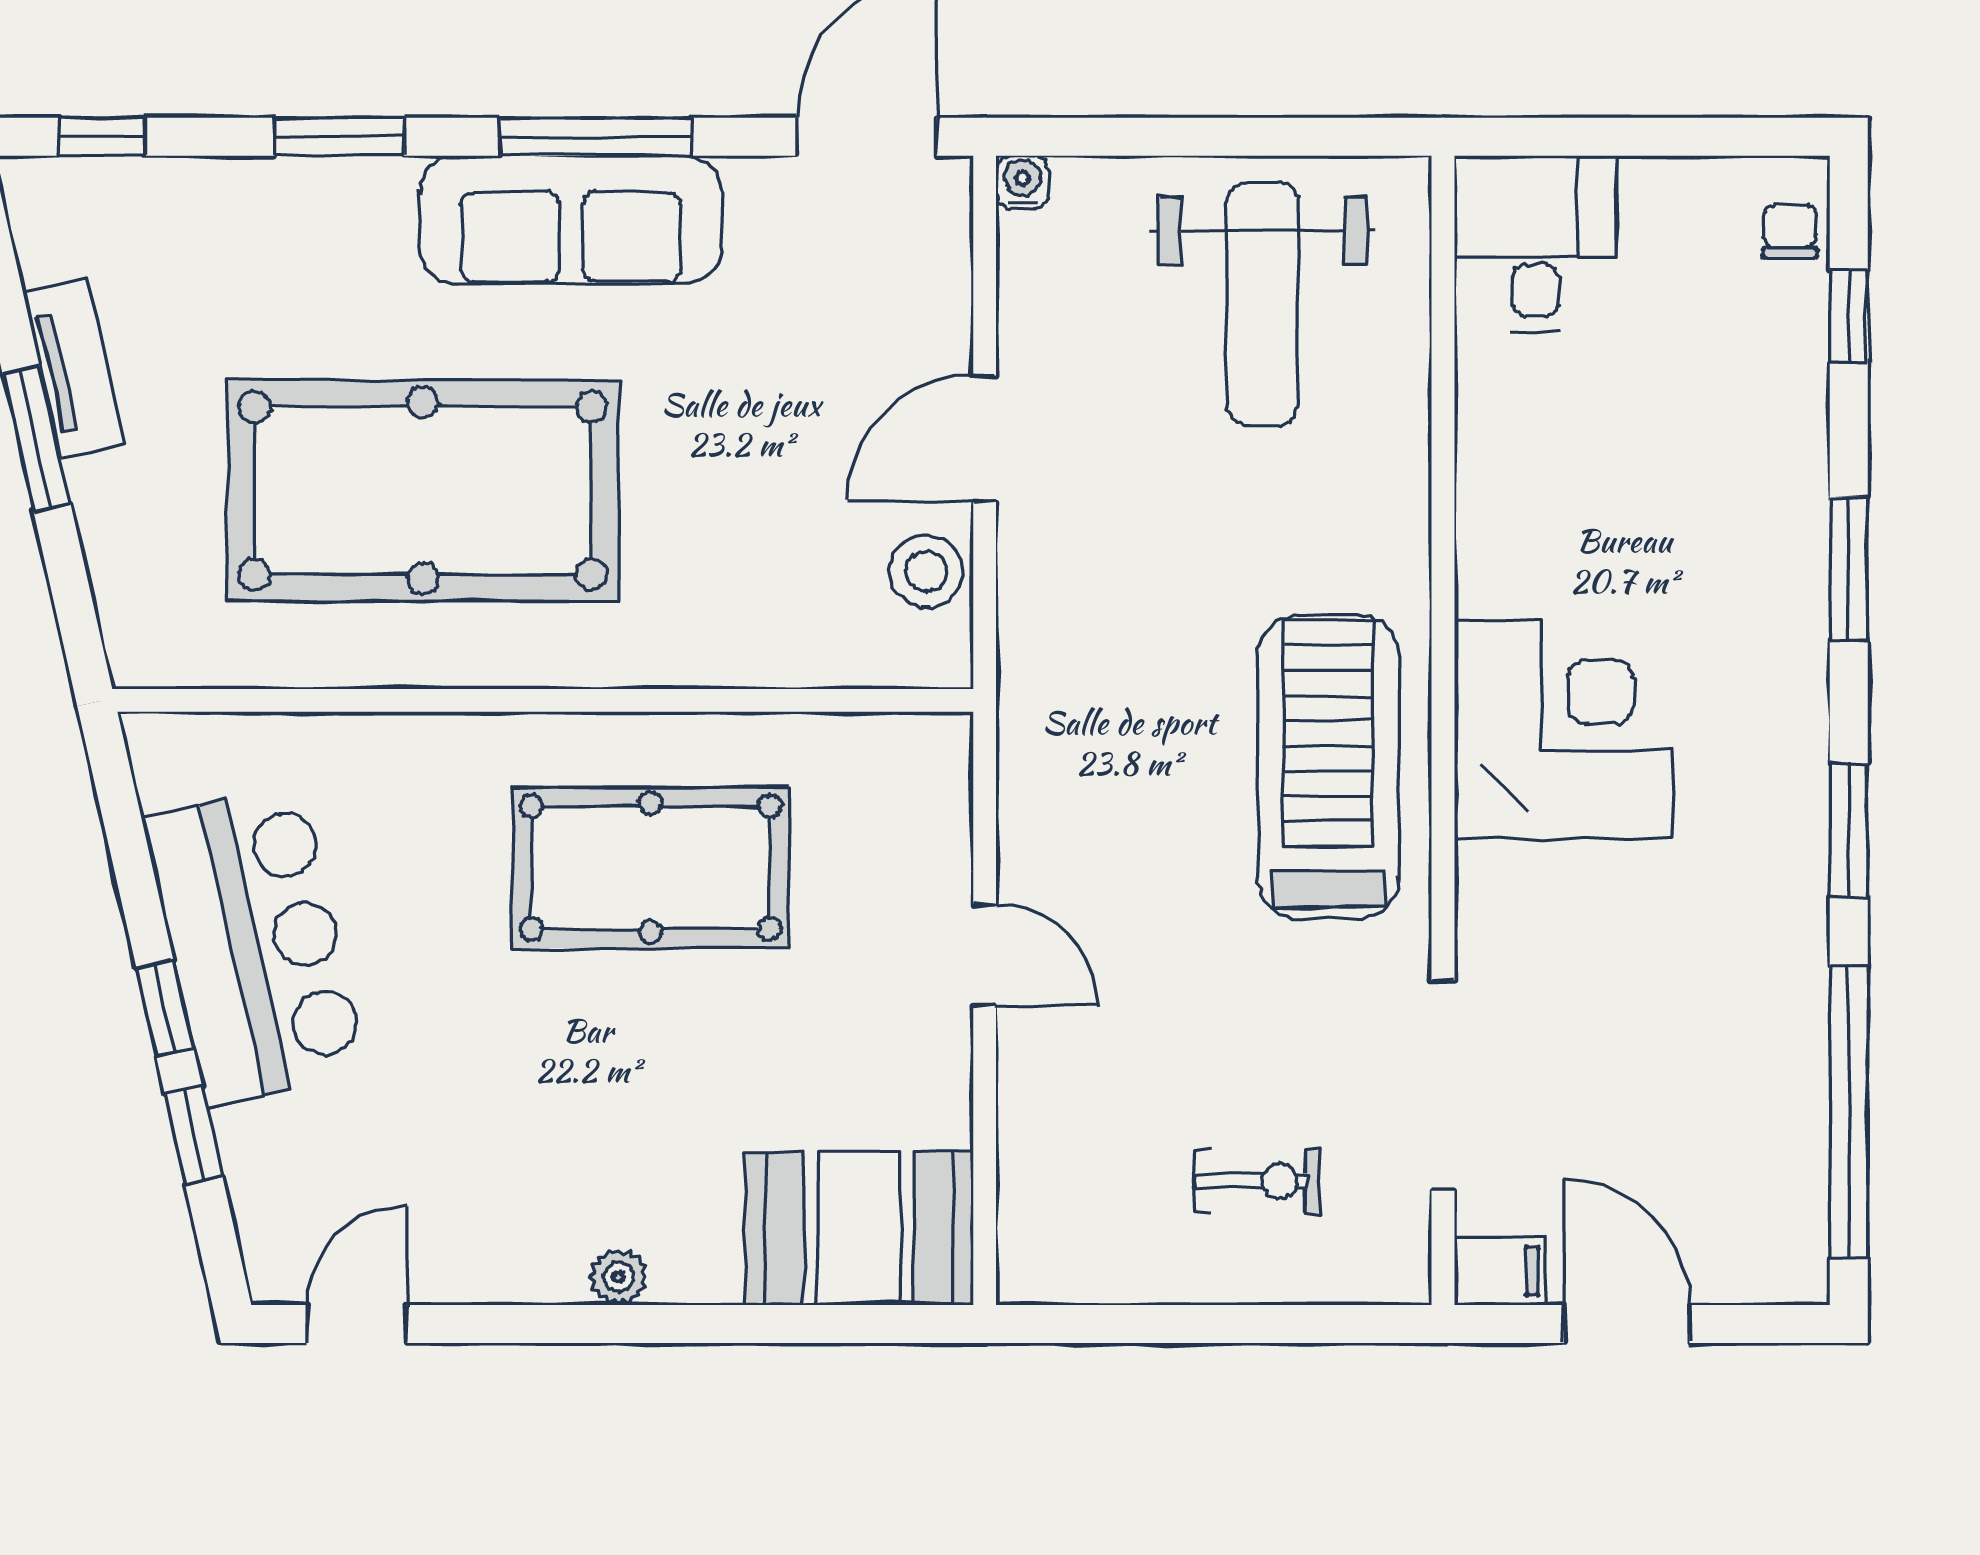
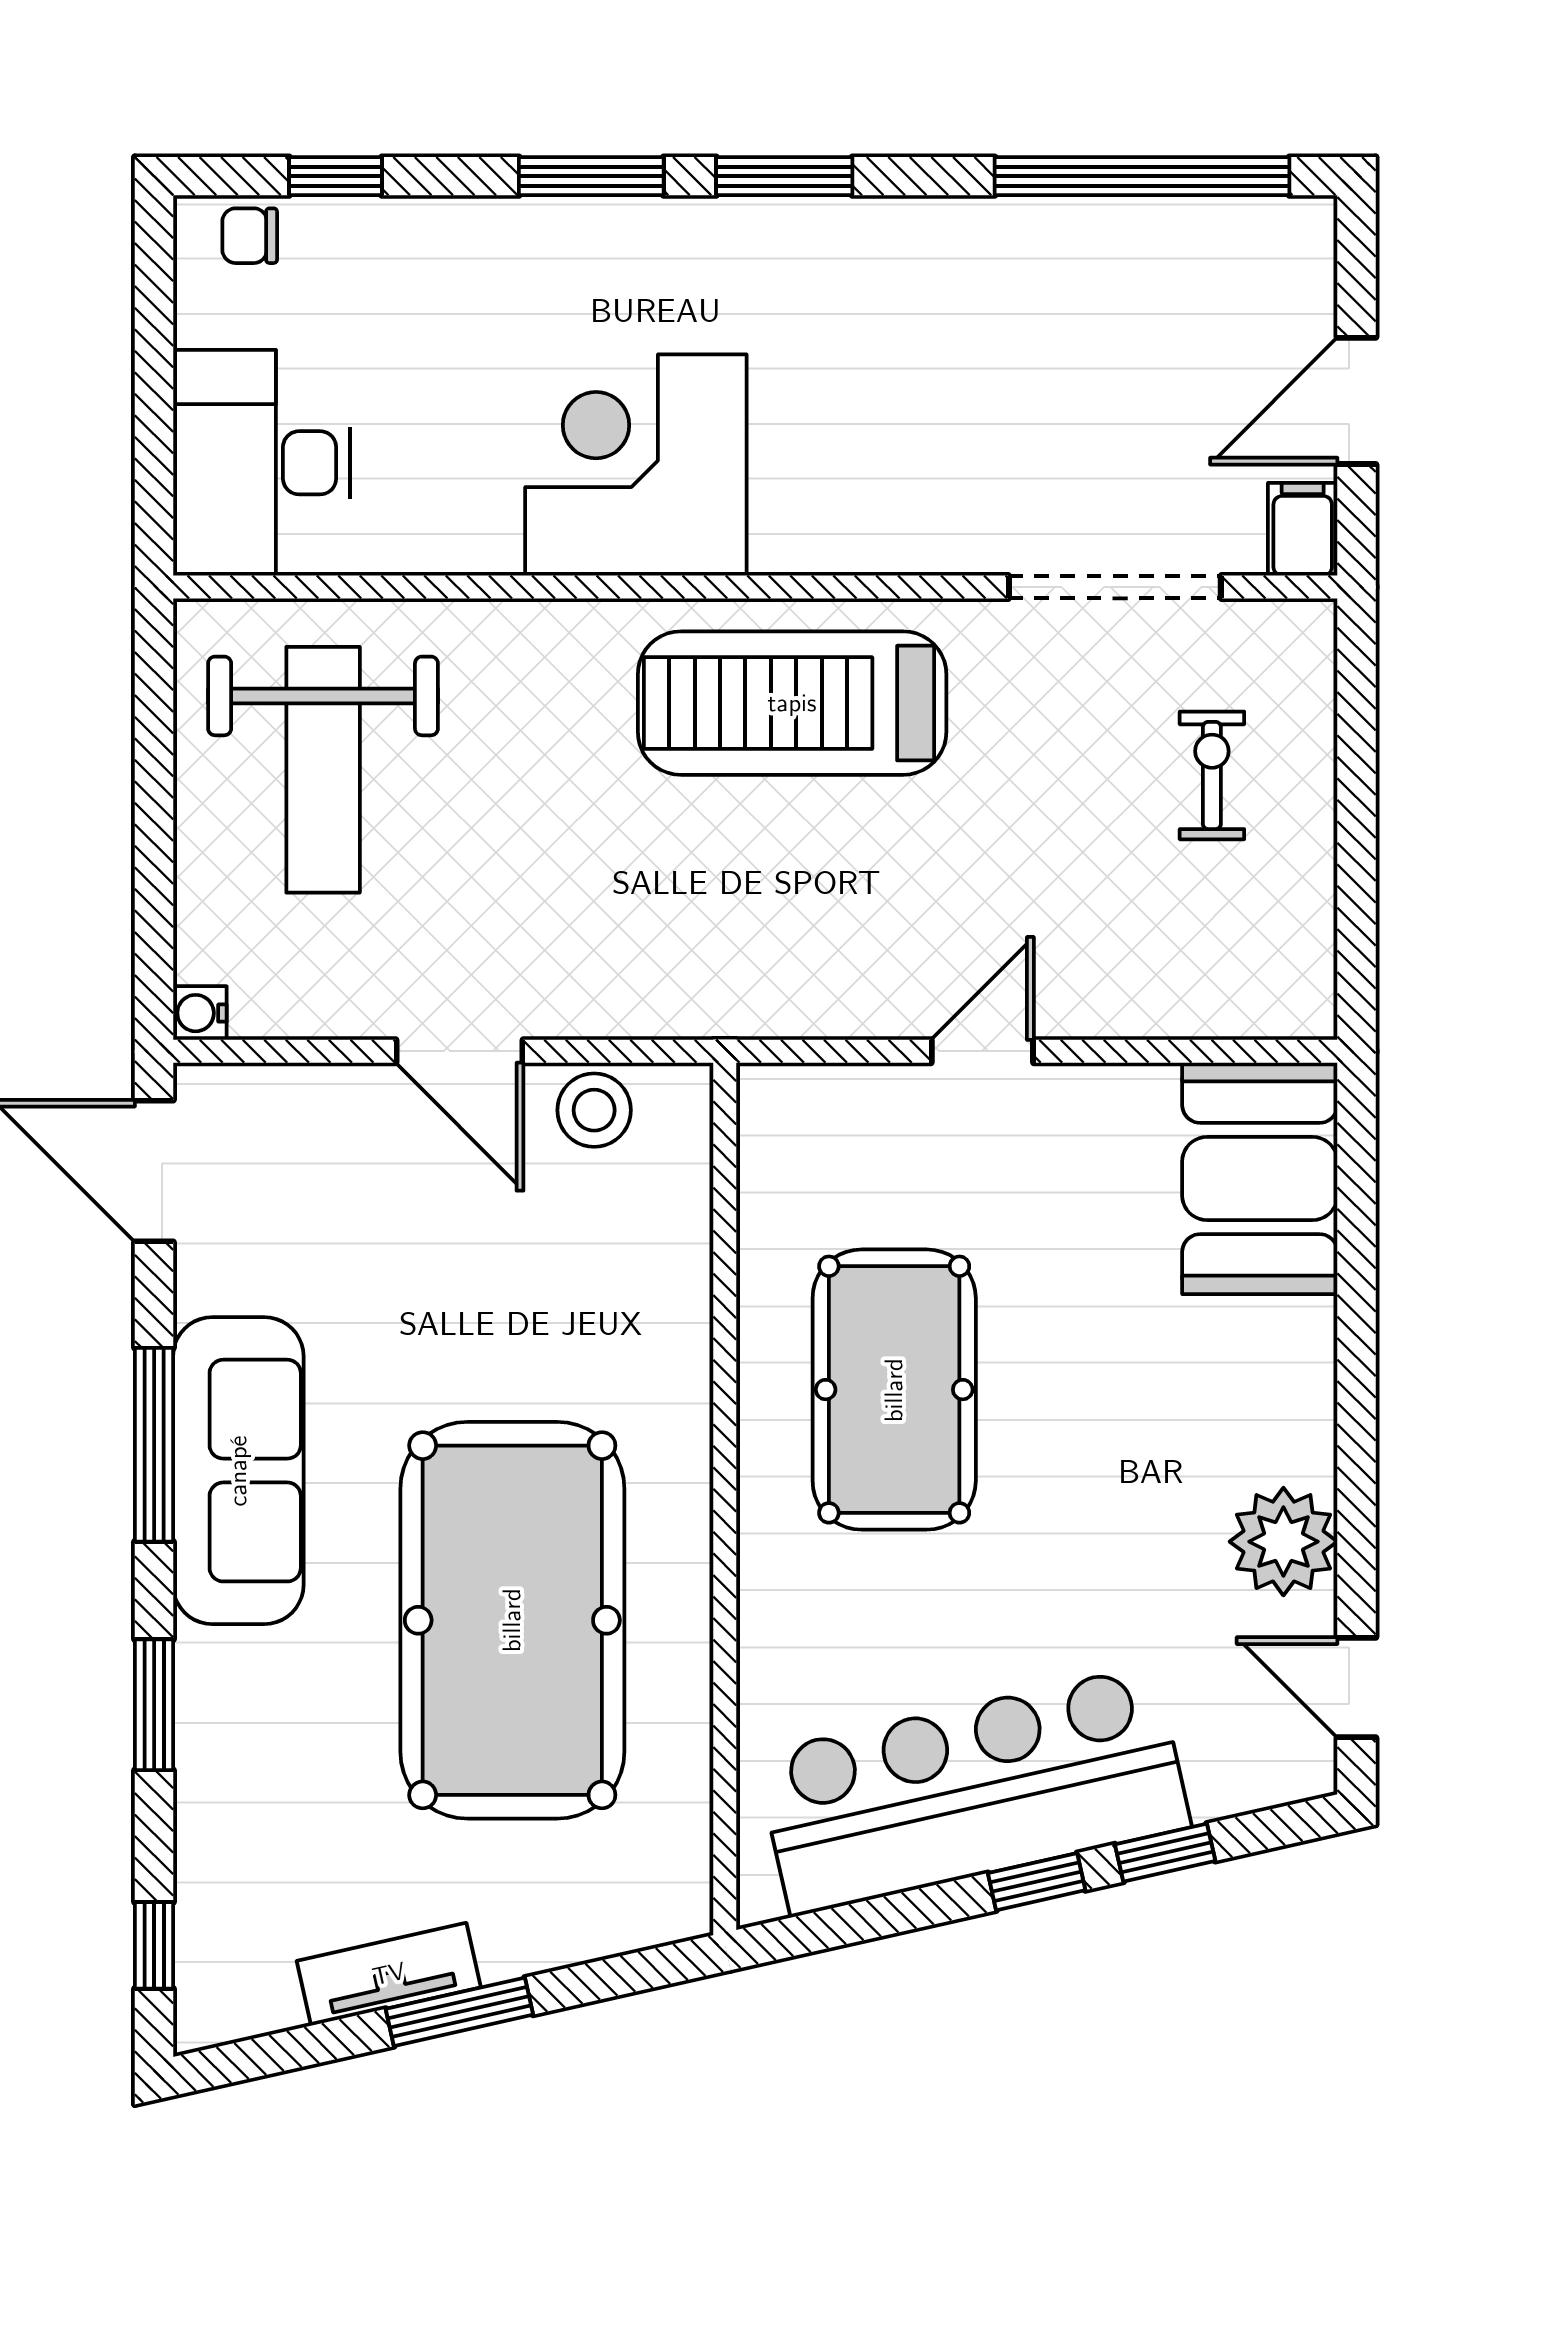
desk: (1535, 243) -> (262, 463), width x1.37
weight bench: (1263, 304) -> (323, 770), turned 90
corner desk: (1564, 729) -> (636, 465), moved
window: (1849, 830) -> (784, 176), moved
bar counter: (255, 945) -> (973, 1791), width x1.36
plant: (619, 1277) -> (1283, 1542), moved, width x1.88, depth x1.88

